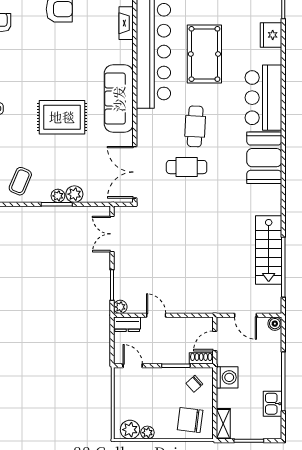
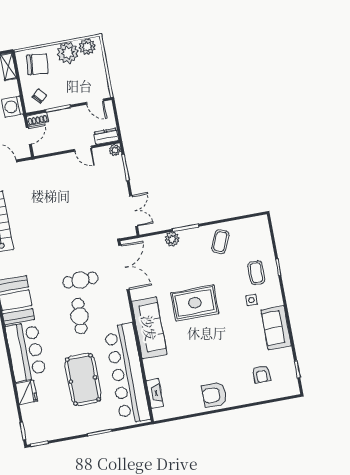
fridge: (271, 35) -> (27, 392), moved
plant: (58, 196) -> (186, 235), removed
plant: (147, 433) -> (68, 53), width x1.88, depth x1.88

